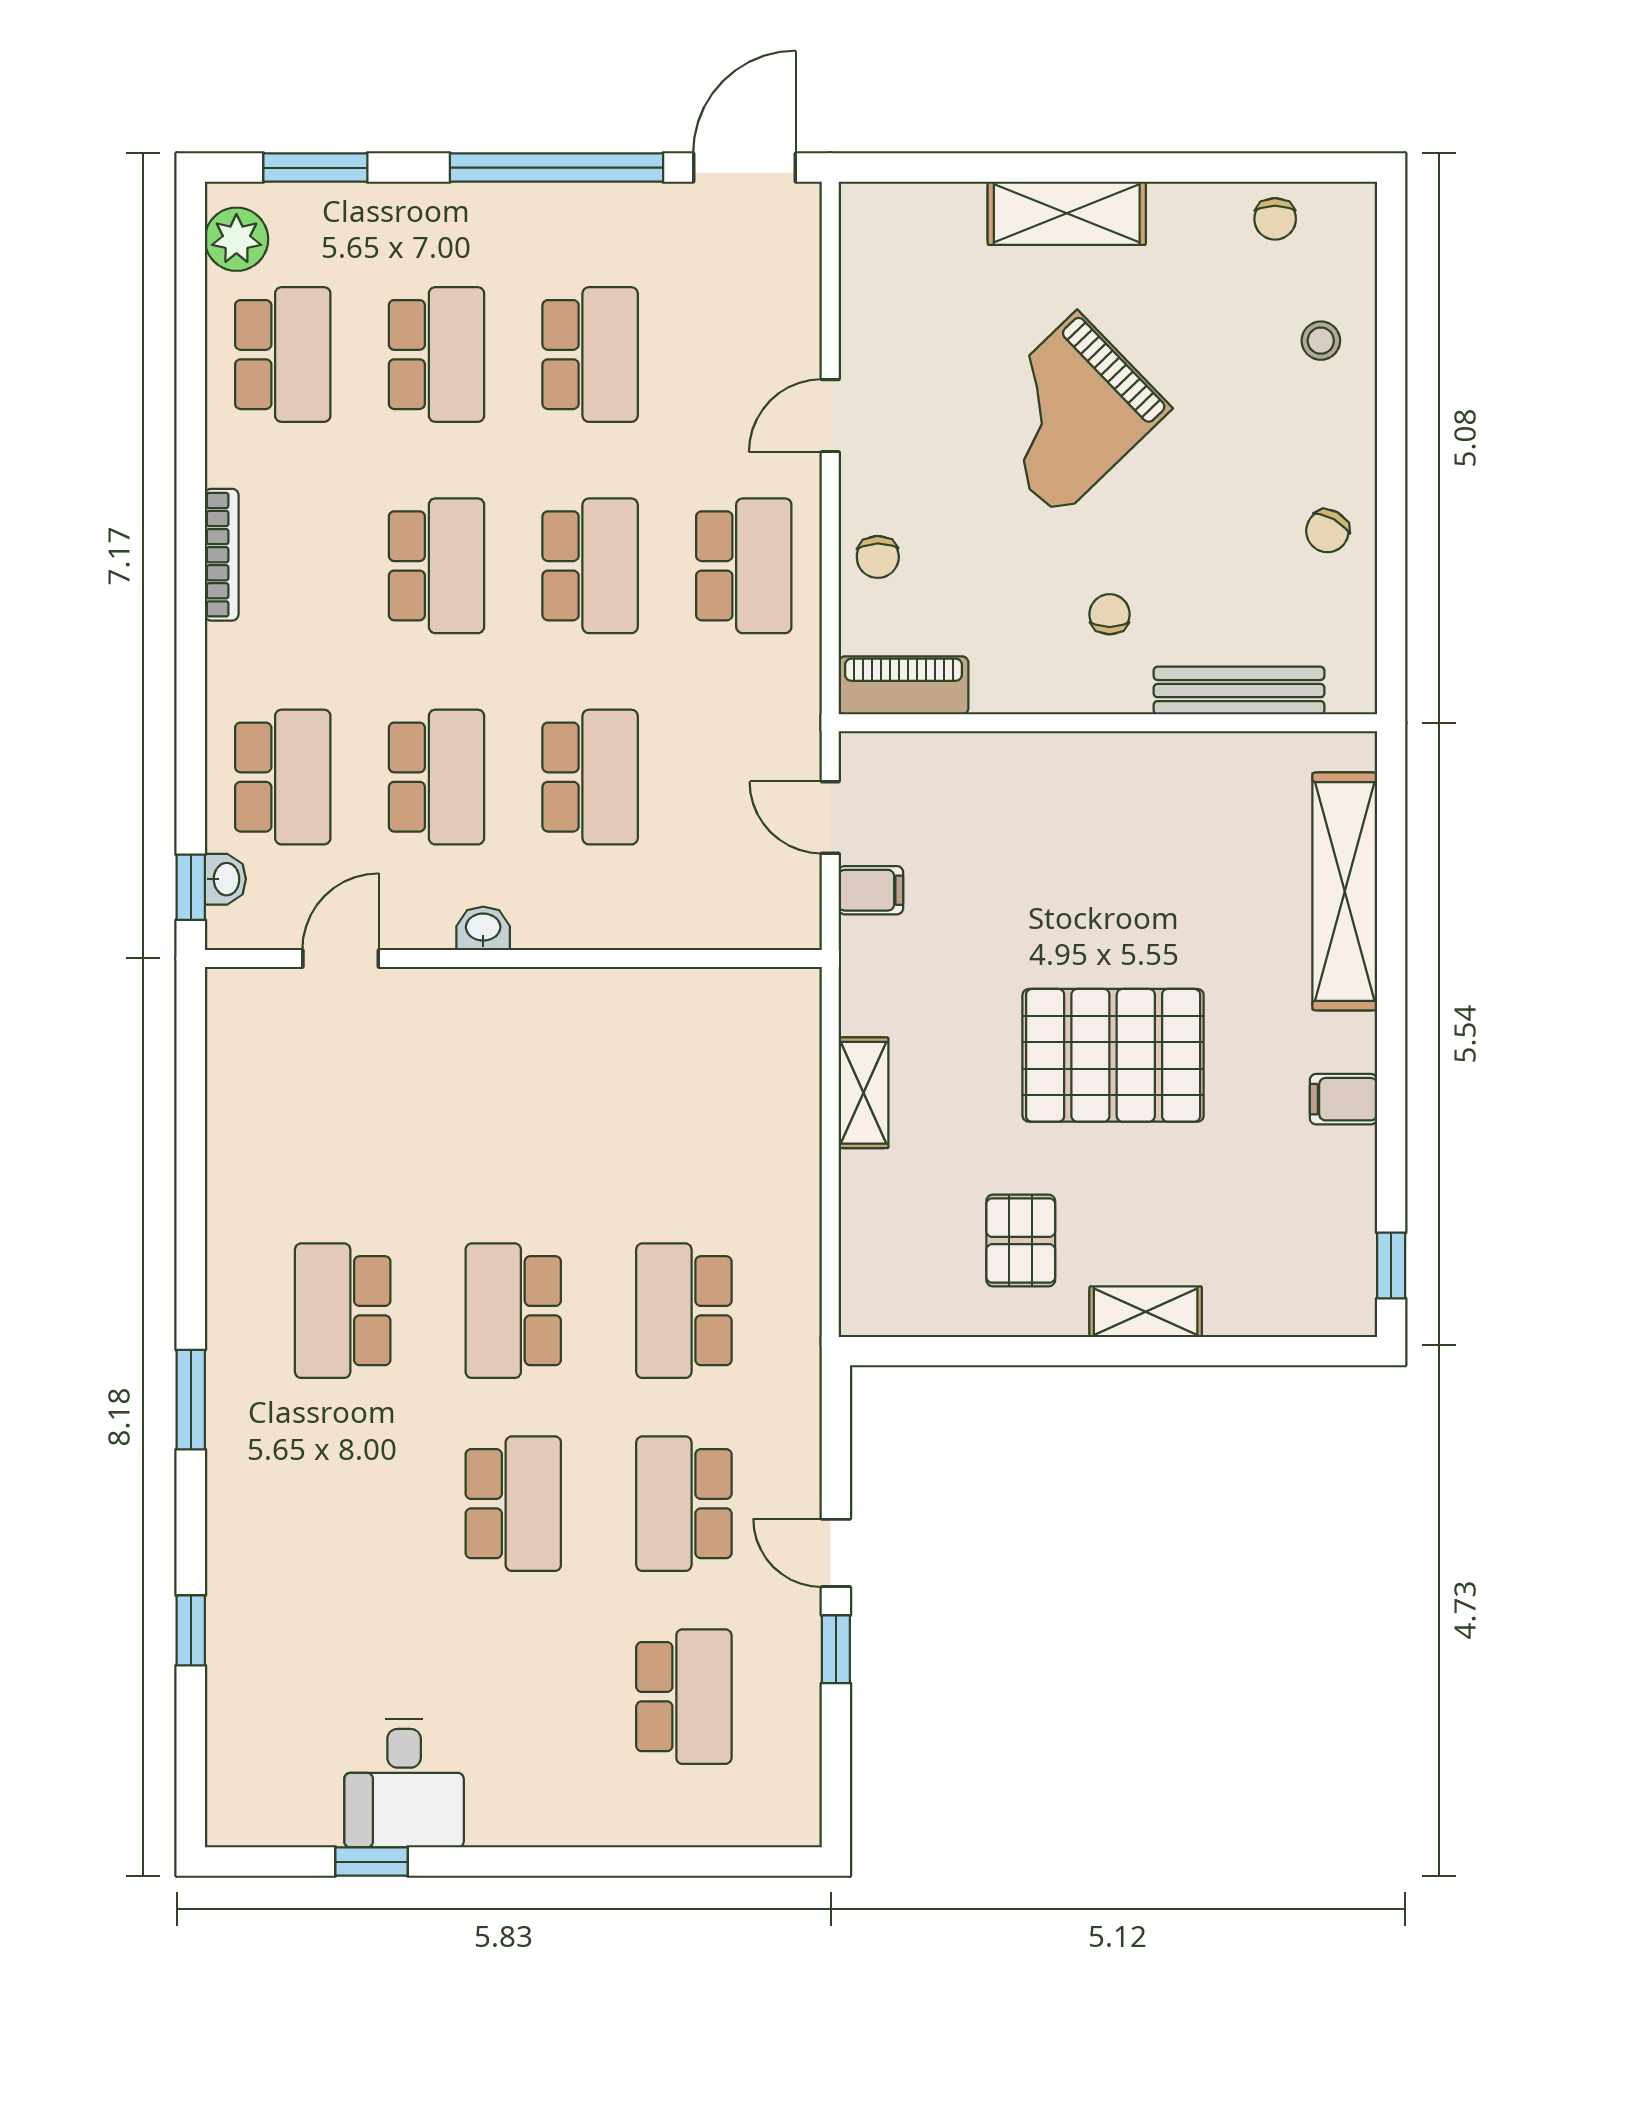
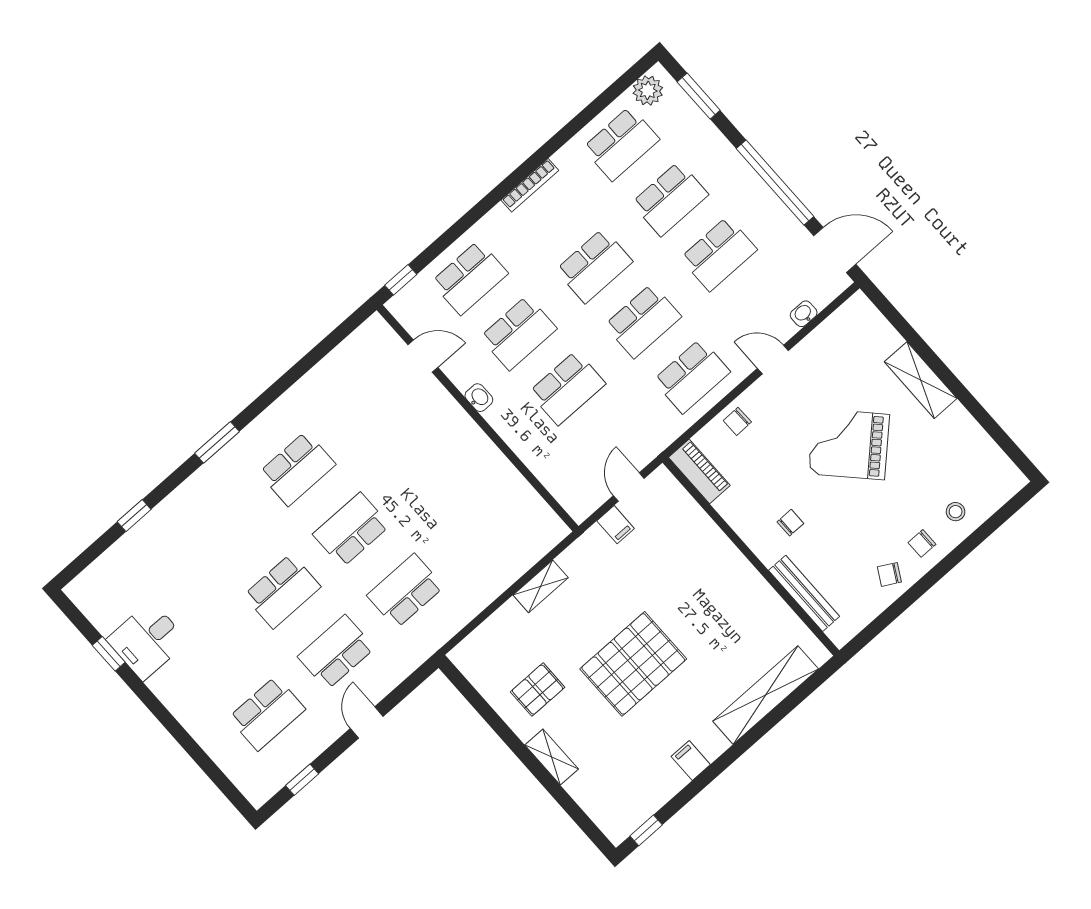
chair: (1275, 219) -> (922, 543), moved
washbasin: (225, 879) -> (804, 314), moved, turned 180
pallet: (1113, 1055) -> (633, 664), turned 90
school desk: (343, 1311) -> (297, 469), turned 180
window: (836, 1649) -> (302, 780), moved

